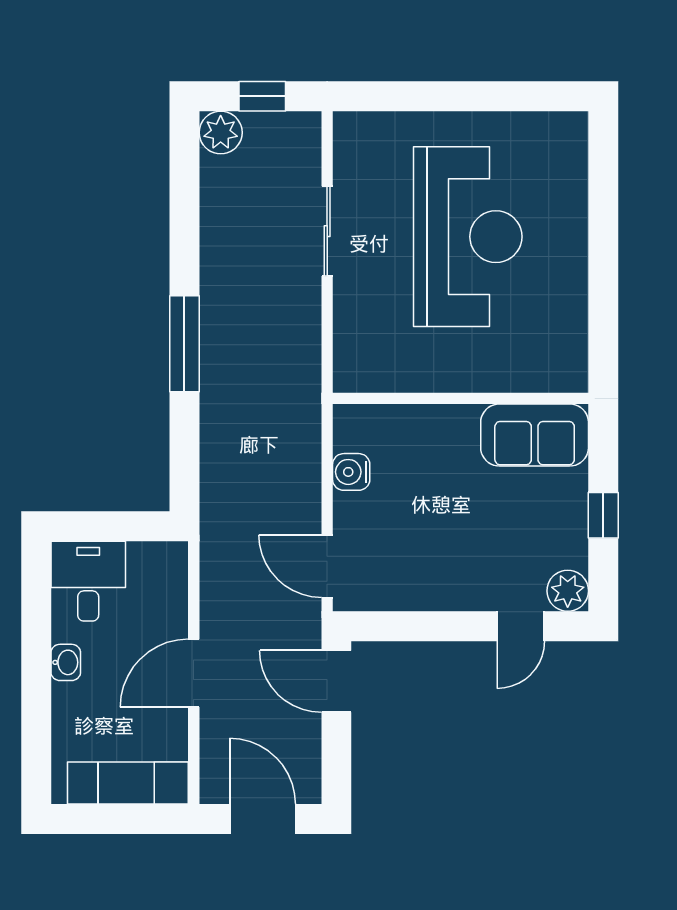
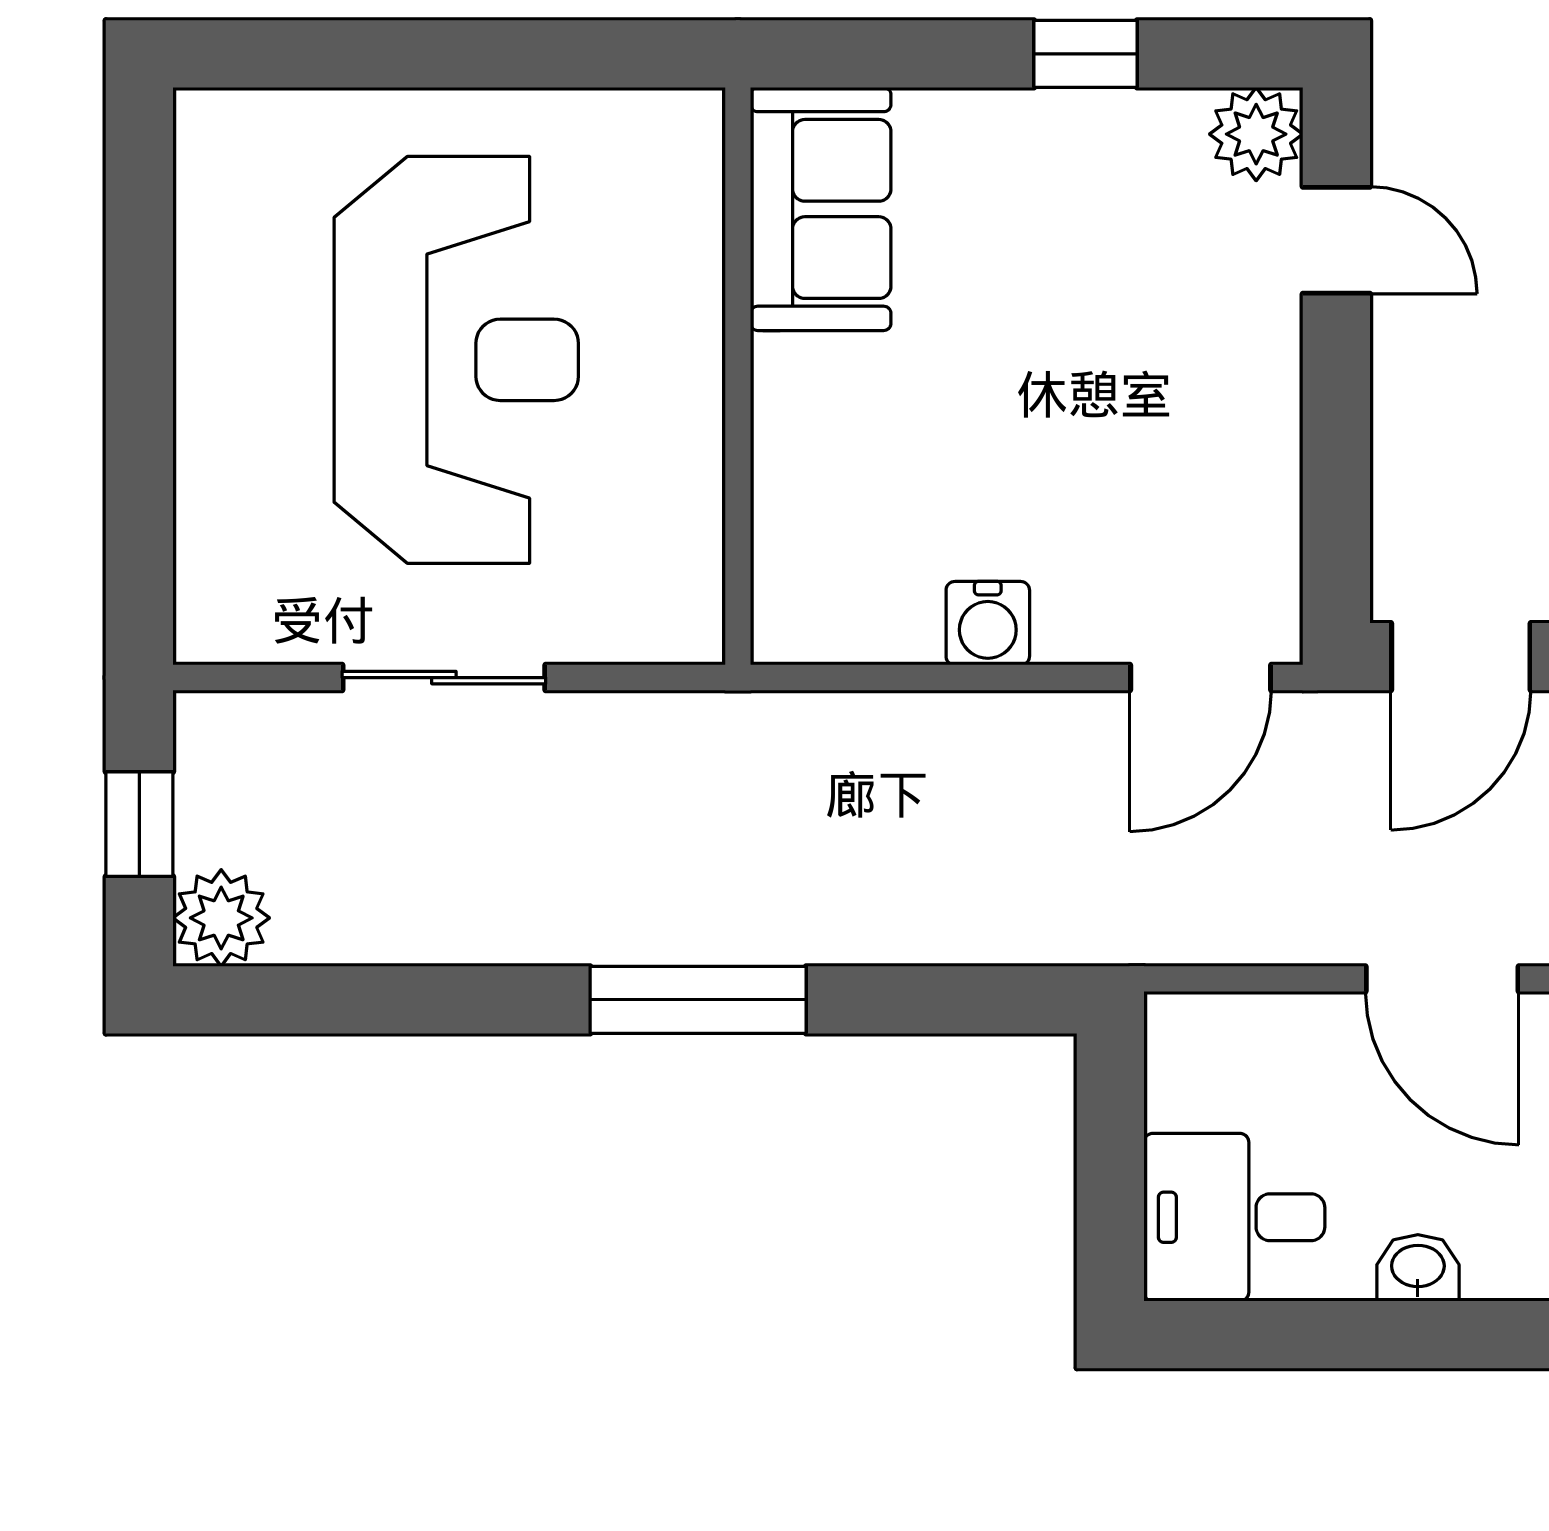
reception desk: (468, 237) -> (456, 360), turned 90
wall: (461, 398) -> (738, 376), moved
sofa: (535, 435) -> (821, 209), moved

